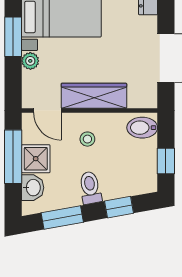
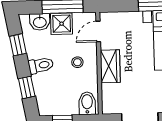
plant: (30, 61) -> (135, 18), removed
wardrobe: (94, 96) -> (110, 66), width x0.67
window: (62, 217) -> (18, 45), width x0.67

